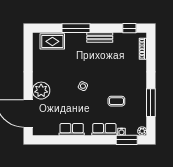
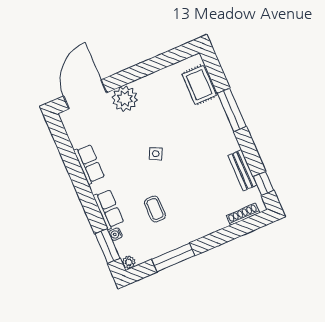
bench: (100, 37) -> (242, 170), moved

